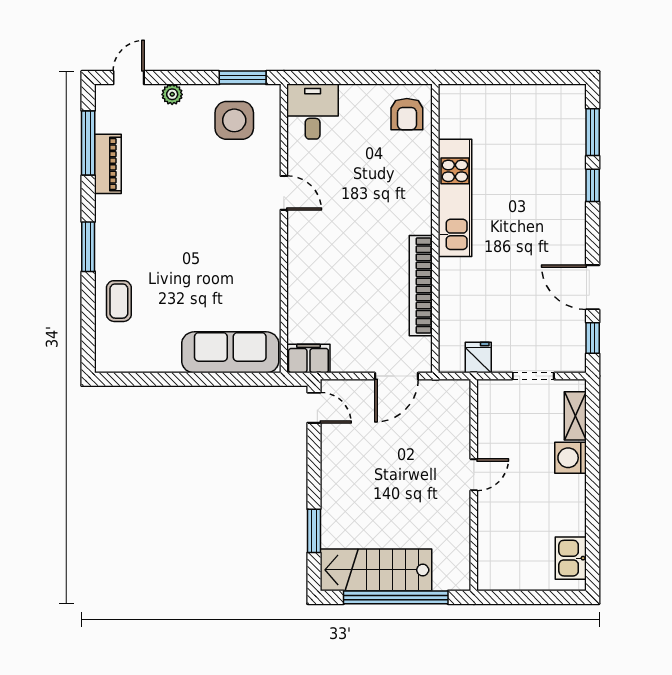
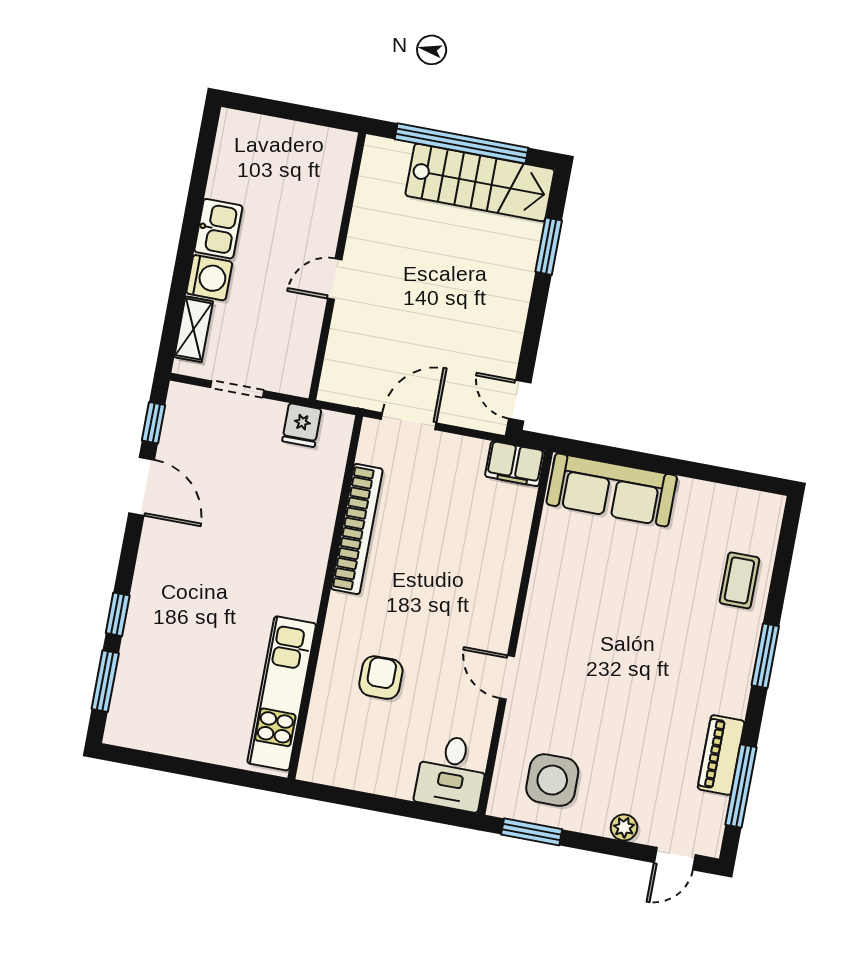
armchair: (407, 114) -> (381, 678), moved
kitchen unit: (455, 198) -> (282, 693), moved
kitchen sink: (571, 558) -> (218, 229), moved

